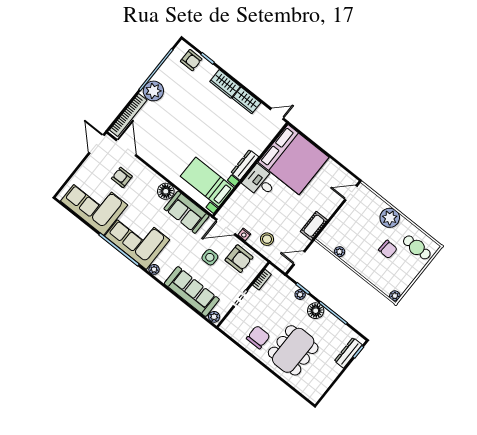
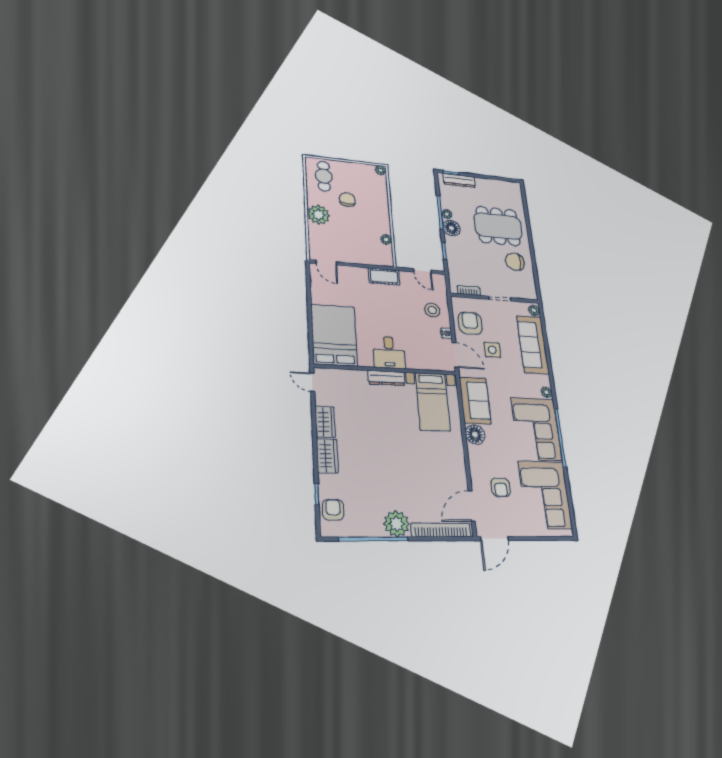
bed: (293, 160) -> (334, 335), width x0.73
plant: (300, 295) -> (447, 214), moved

